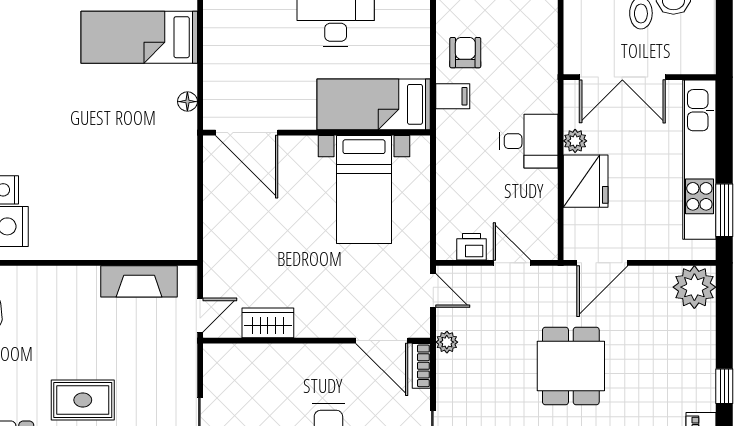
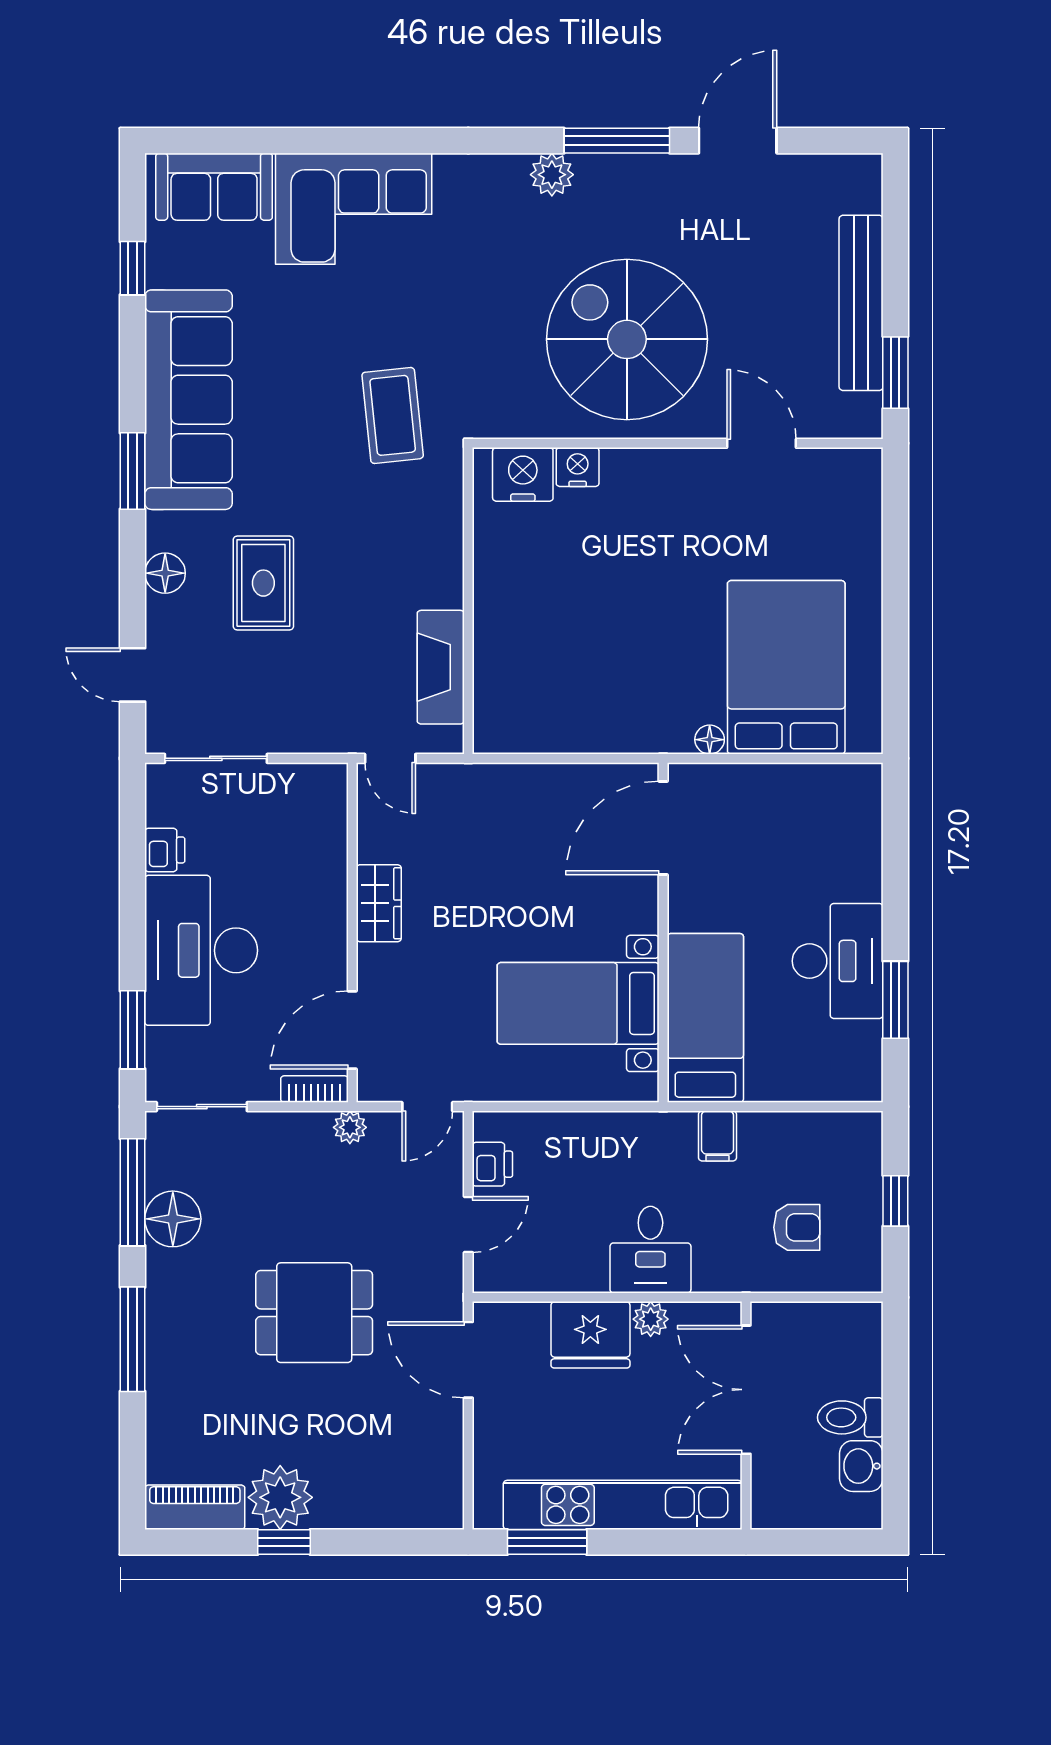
bed: (139, 37) -> (786, 667), width x1.50
armchair: (465, 53) -> (797, 1227), moved
plant: (694, 287) -> (280, 1497), moved
wardrobe: (268, 323) -> (379, 903), moved

